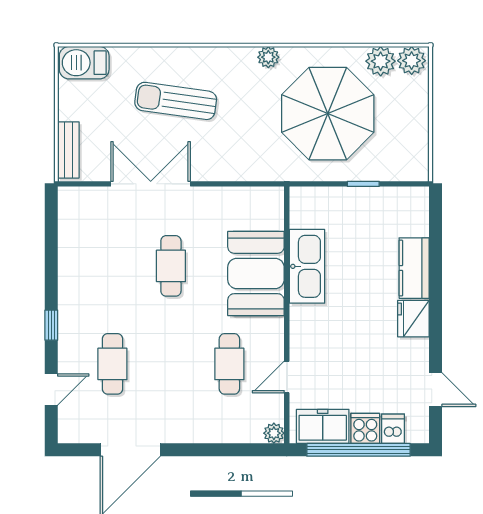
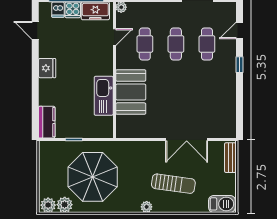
plant: (268, 57) -> (147, 207), moved
cafe table: (171, 266) -> (176, 44), moved
kitchen counter: (414, 268) -> (47, 122), moved

